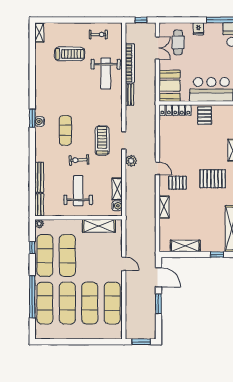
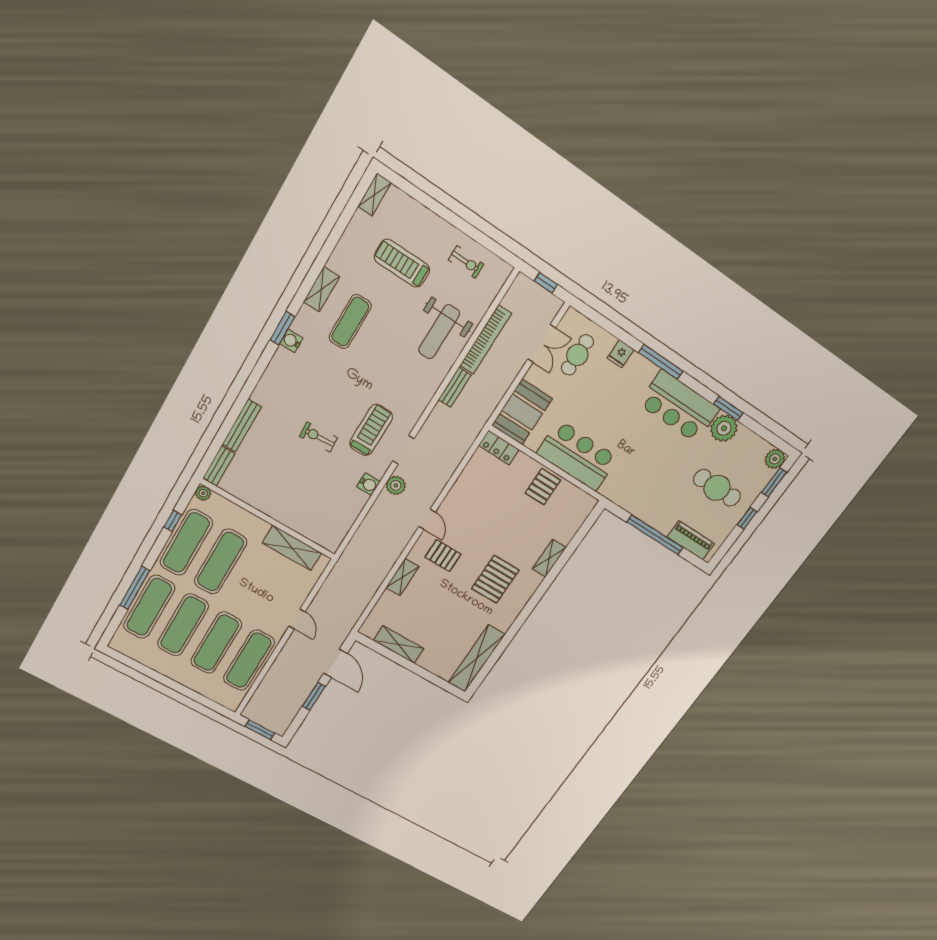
treadmill: (70, 54) -> (402, 263), turned 180
locker: (175, 110) -> (499, 448), width x0.66
exercise mat: (65, 130) -> (350, 322), moved
pallet: (213, 179) -> (495, 579), turned 90
shelving: (117, 189) -> (321, 289), moved
weight bench: (78, 191) -> (291, 481), removed
water cooler: (117, 206) -> (368, 484), moved
window: (217, 255) -> (435, 679), removed
window: (32, 297) -> (135, 588), width x0.68

